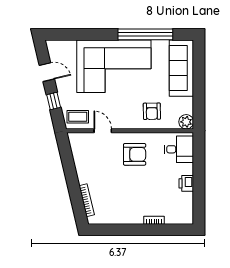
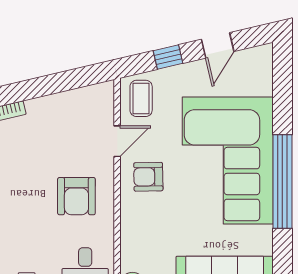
window: (145, 34) -> (282, 181), moved
armchair: (152, 111) -> (148, 177), moved

